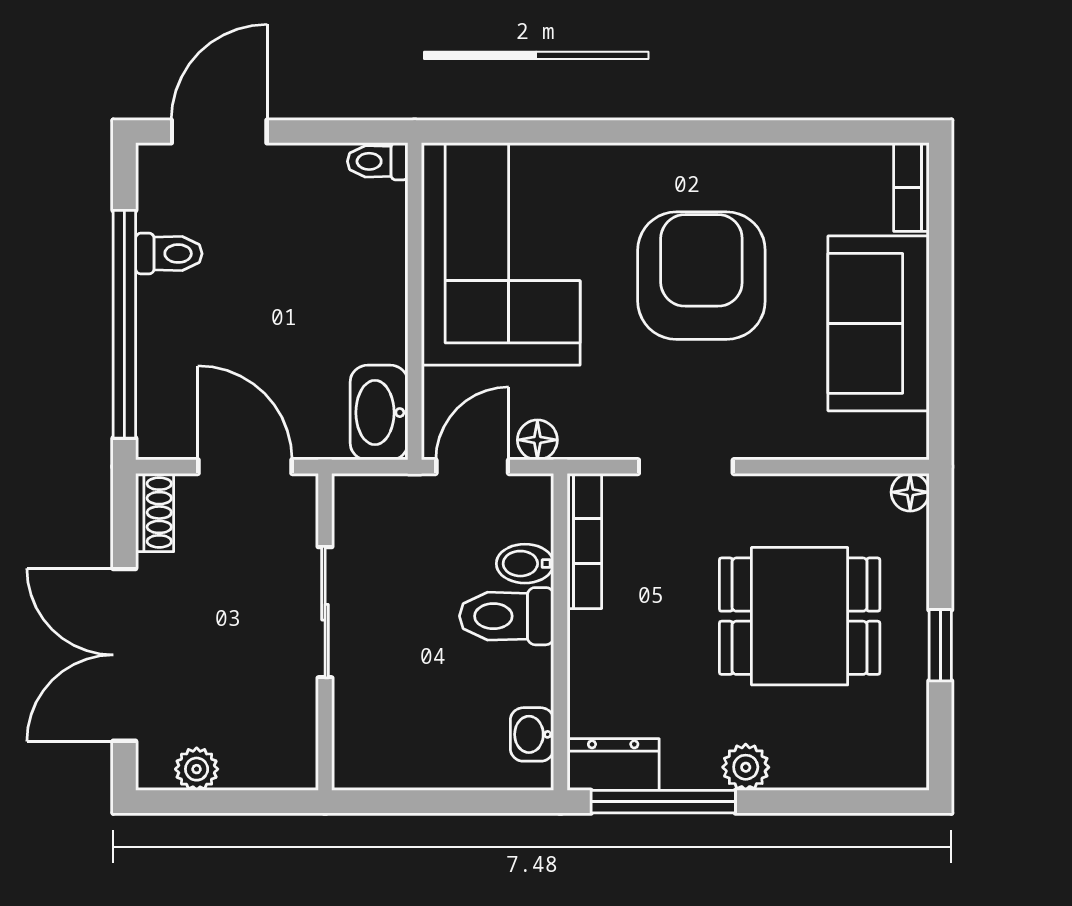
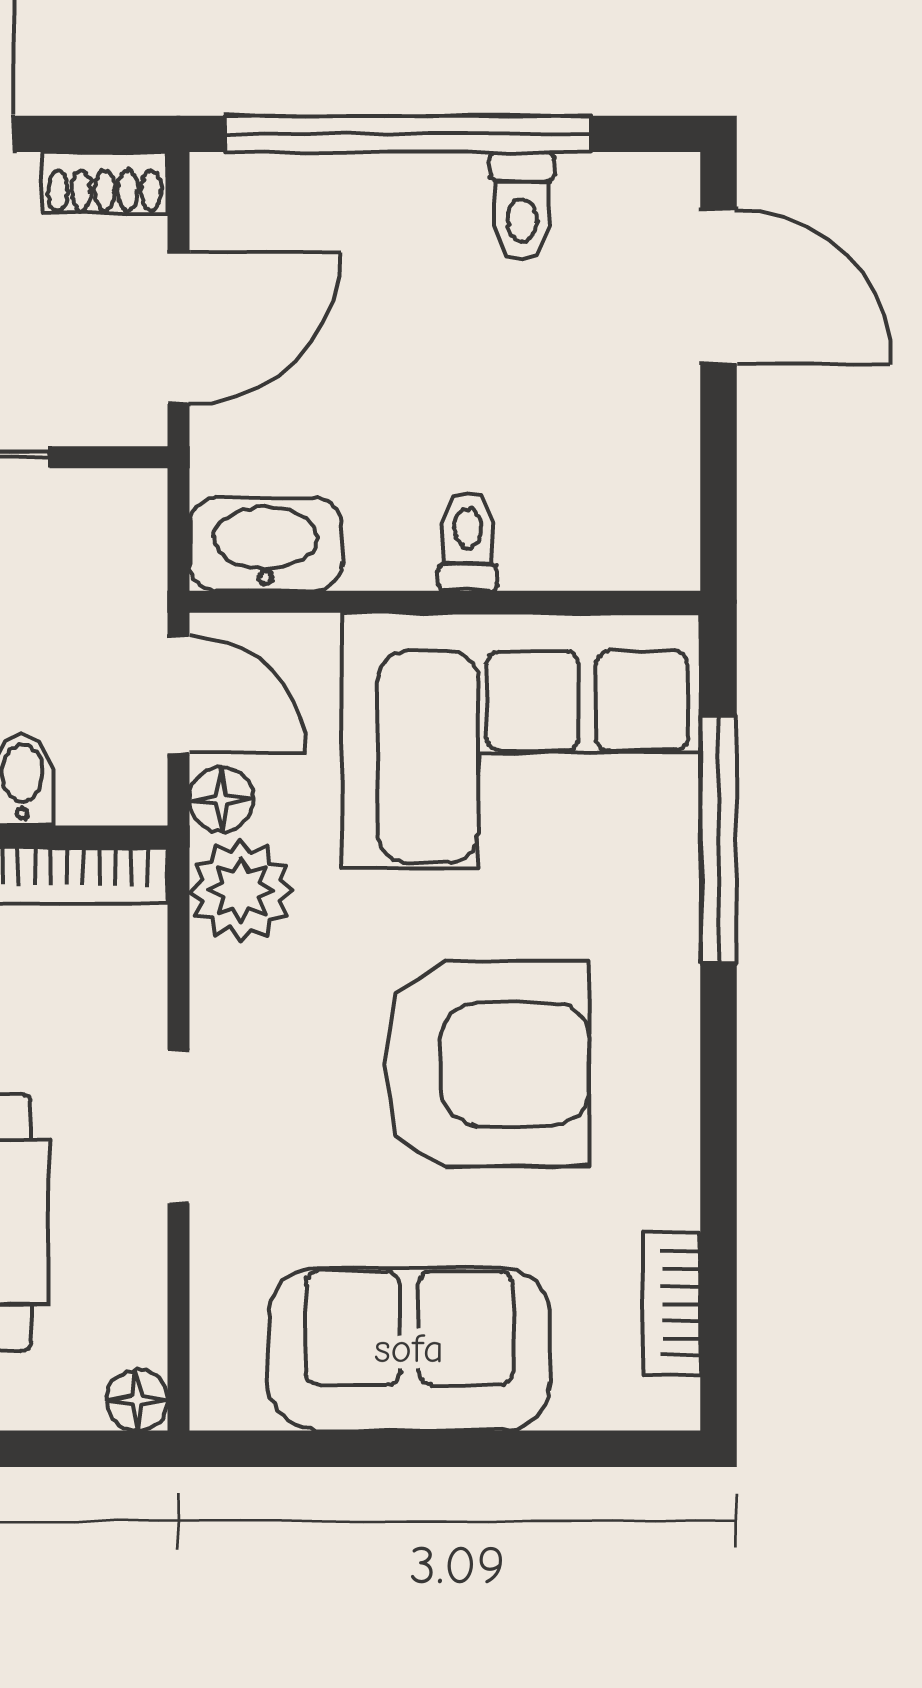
window: (562, 132) -> (718, 840), added
toilet: (378, 161) -> (468, 542), moved
bookcase: (911, 187) -> (672, 1304), moved, turned -90
plant: (594, 428) -> (241, 891), added
doorway: (686, 467) -> (178, 1127), moved

